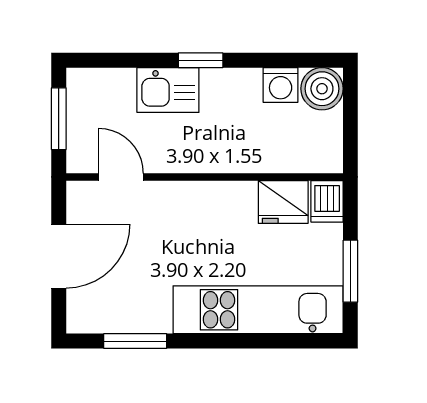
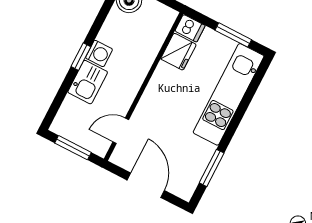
washing machine: (281, 85) -> (99, 54), moved

